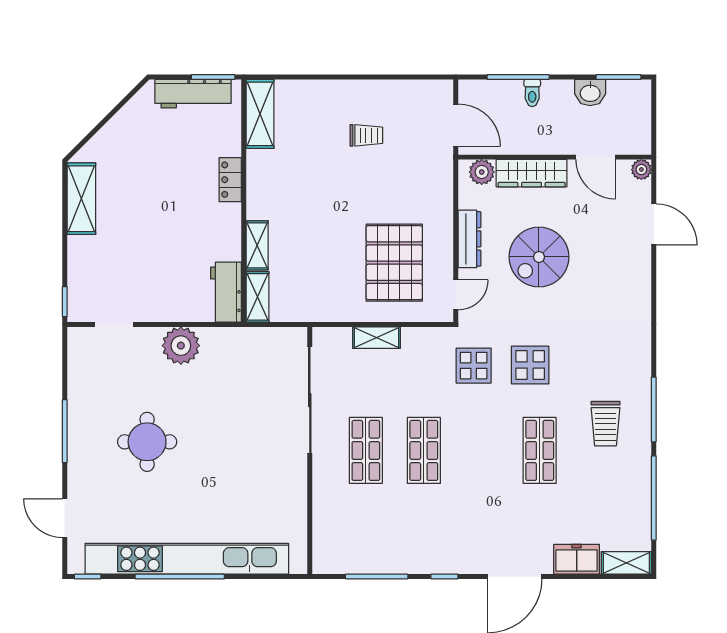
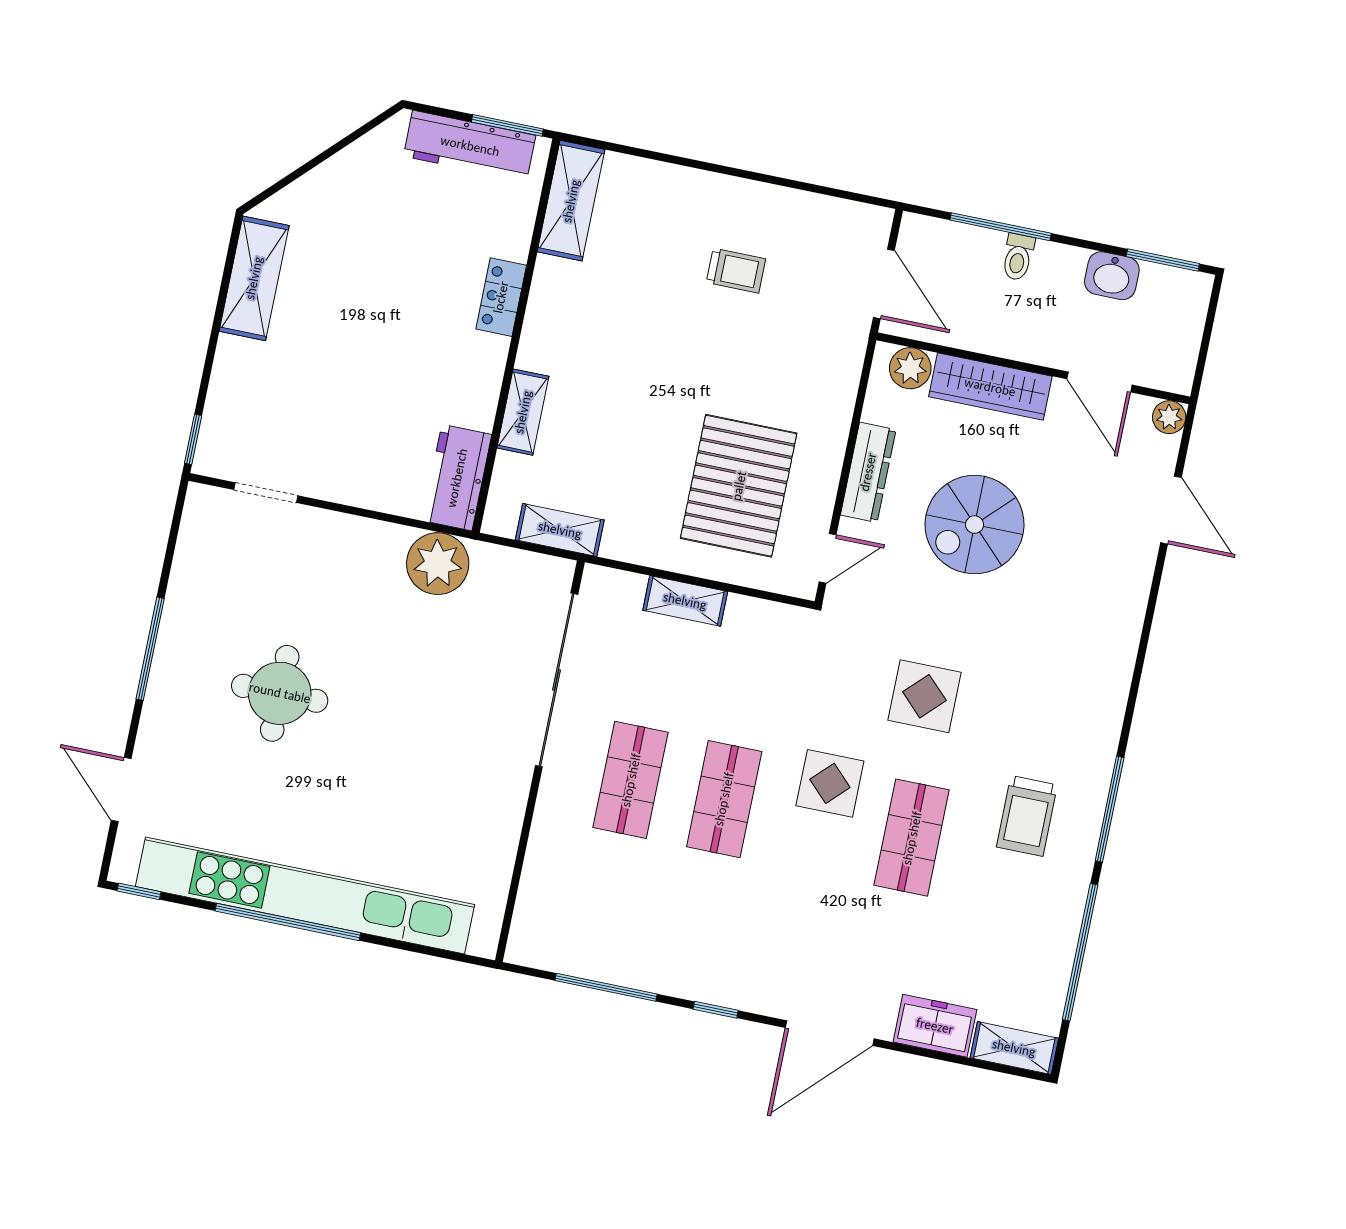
shelving: (257, 297) -> (560, 530), moved, turned 90
plant: (181, 346) -> (438, 564), moved
display table: (474, 366) -> (830, 783), moved

